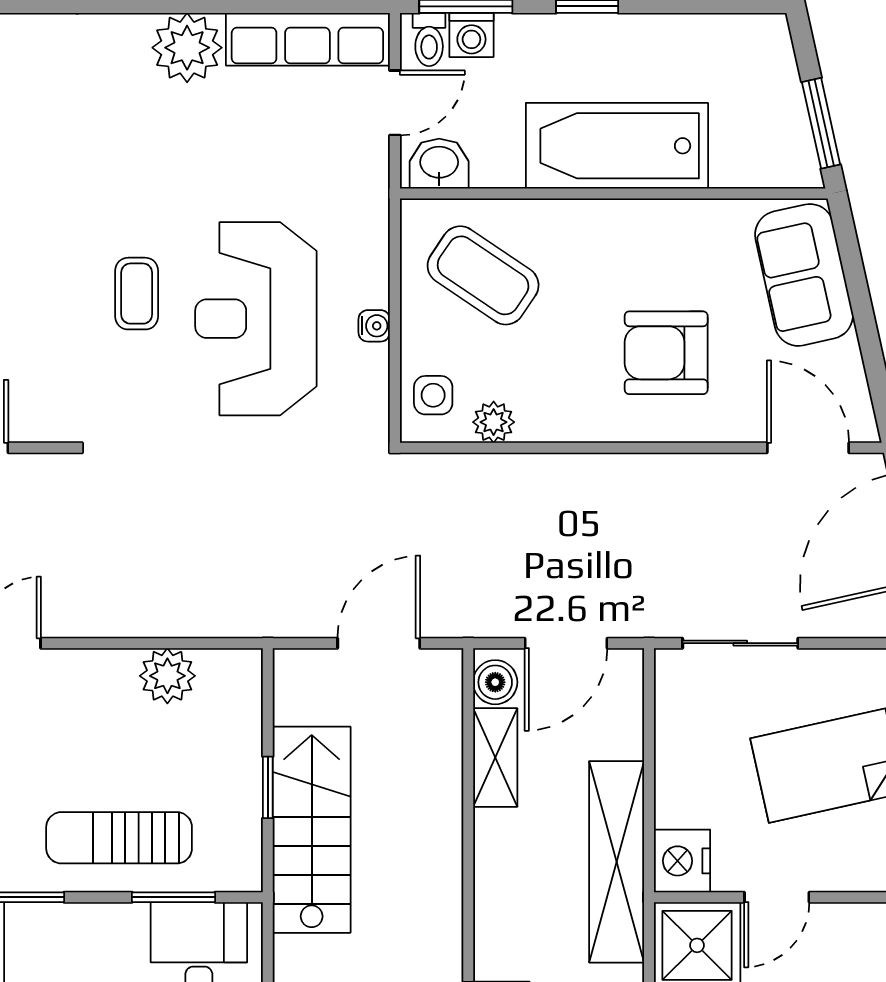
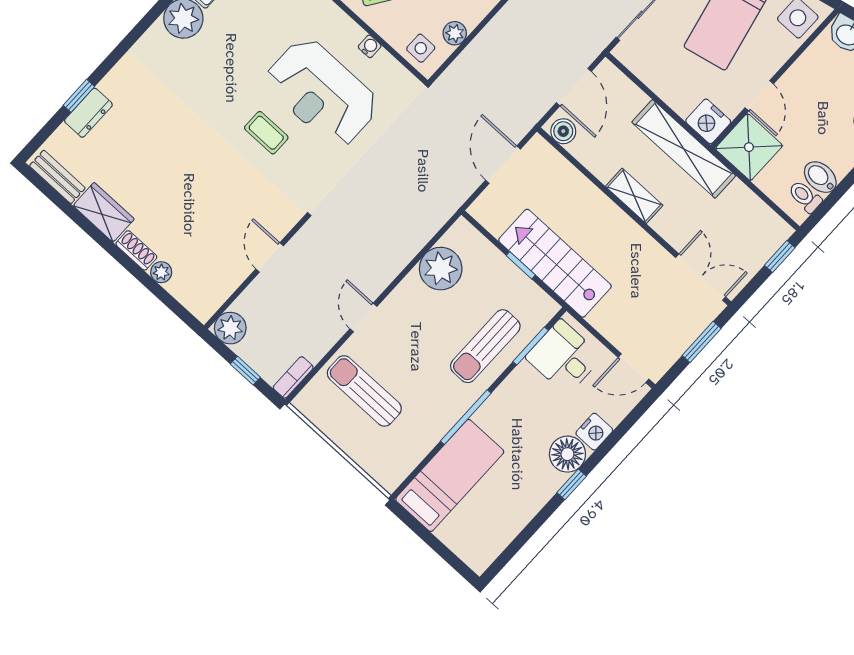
plant: (167, 676) -> (441, 269), width x1.36, depth x1.36
shelving: (495, 758) -> (634, 196), moved

